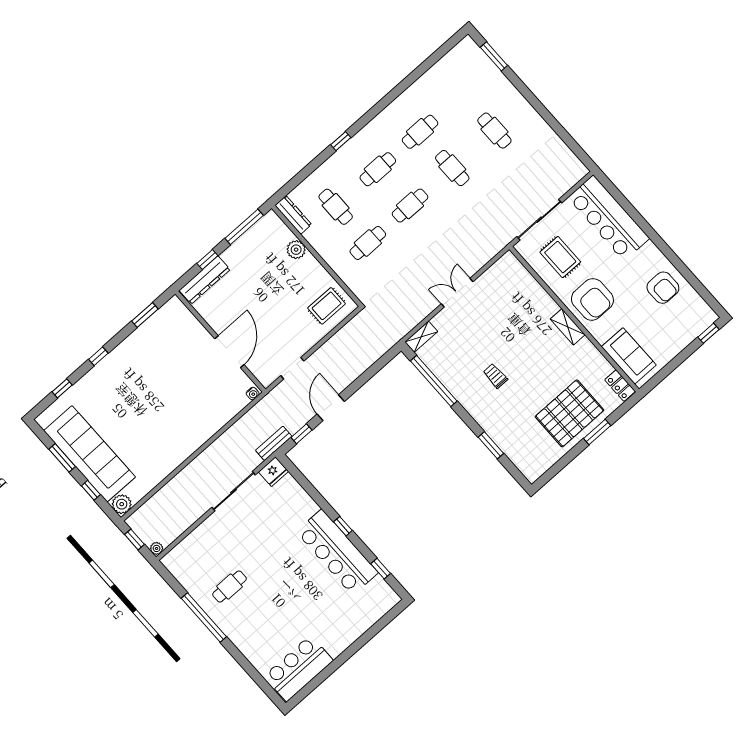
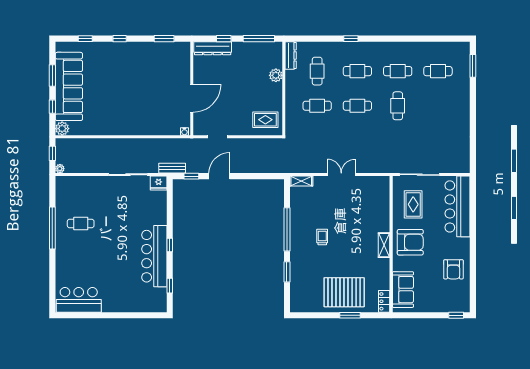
cafe table: (494, 131) -> (438, 71), moved, turned 90
armchair: (592, 299) -> (410, 242), turned -90
window: (434, 381) -> (287, 229), moved

